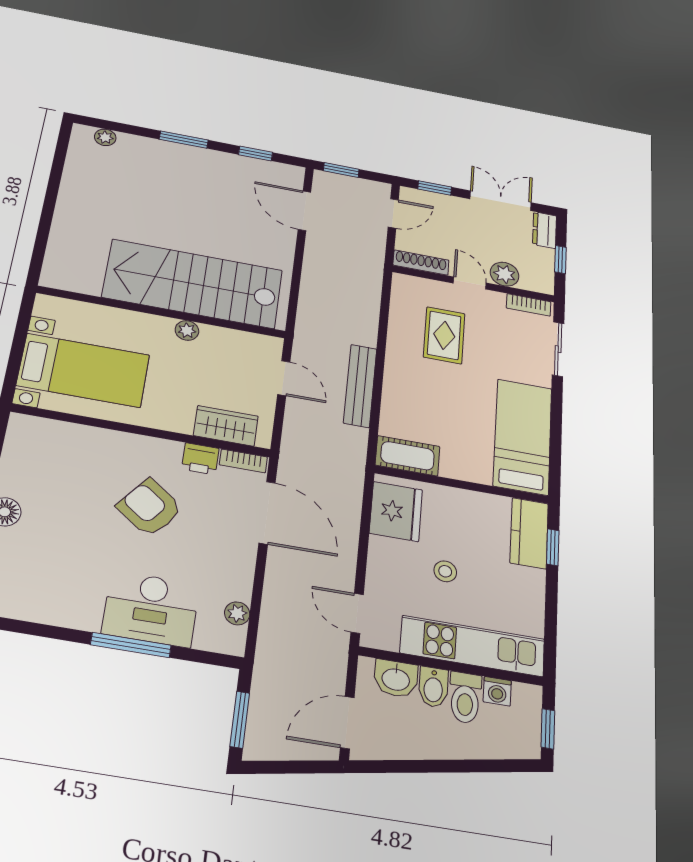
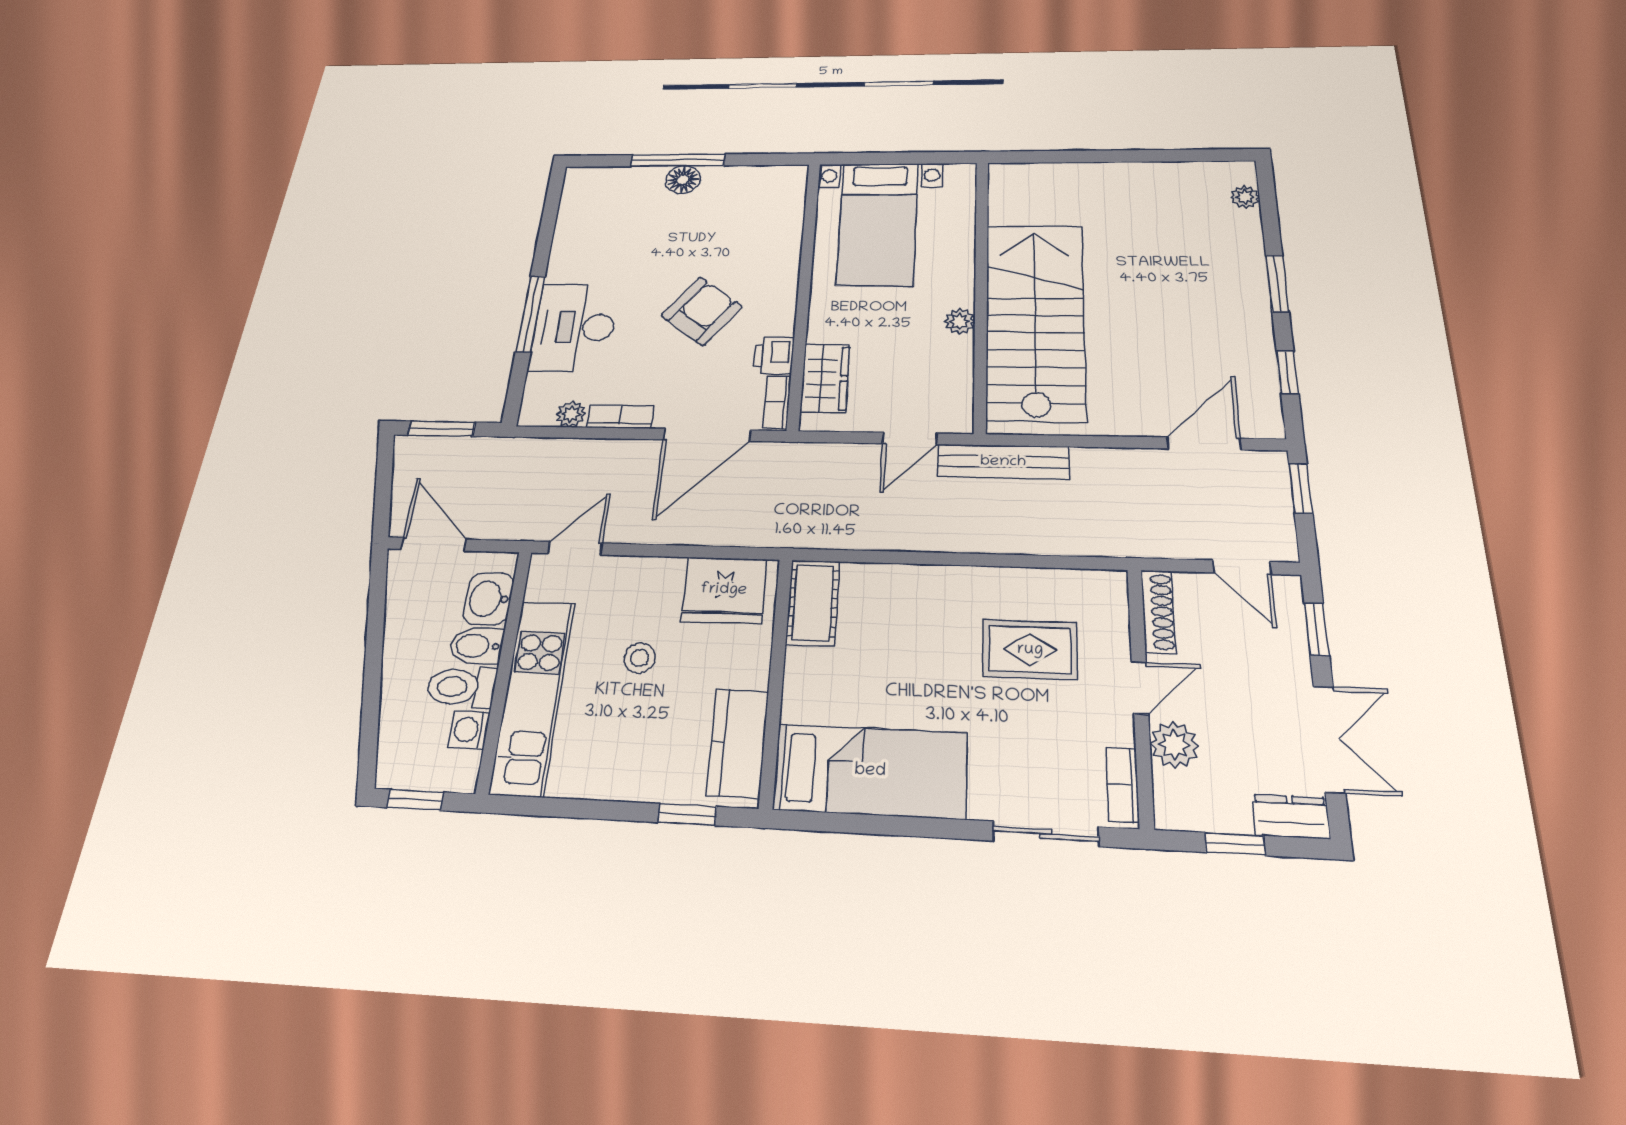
bench: (360, 386) -> (1003, 462), moved
kitchen counter: (529, 533) -> (738, 743), moved, turned -90
bookcase: (244, 576) -> (620, 417), added

